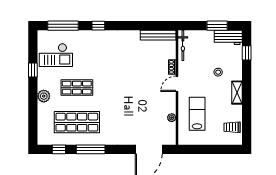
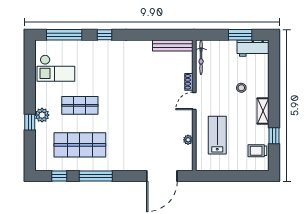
window: (247, 53) -> (274, 136), moved
window: (33, 70) -> (30, 122), moved

